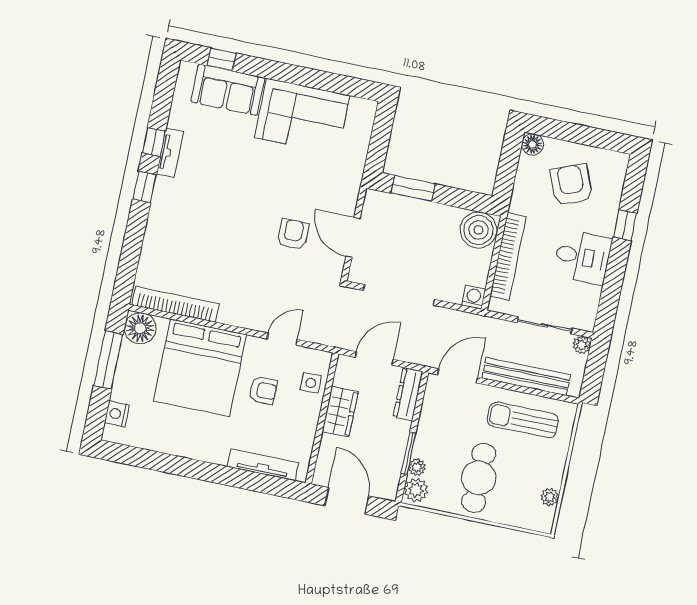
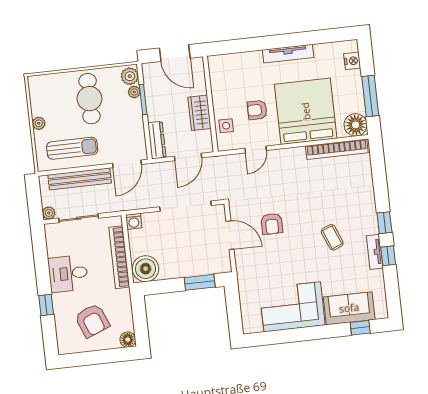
coffee table: (219, 190) -> (332, 237), added
tv unit: (263, 465) -> (288, 54), moved
plant: (550, 497) -> (39, 123), moved

